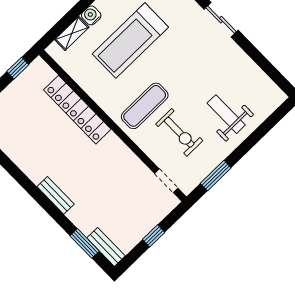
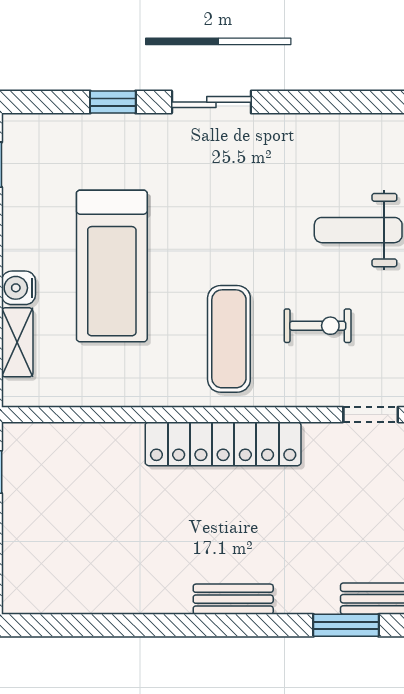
locker: (77, 110) -> (223, 444), moved
exercise bike: (179, 132) -> (318, 326), width x0.73, depth x0.72

